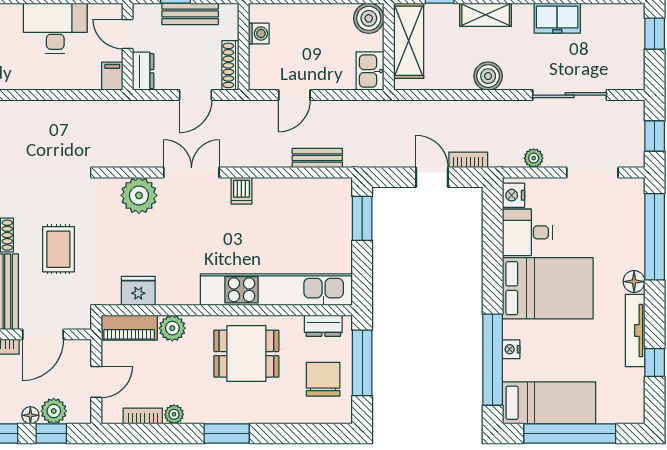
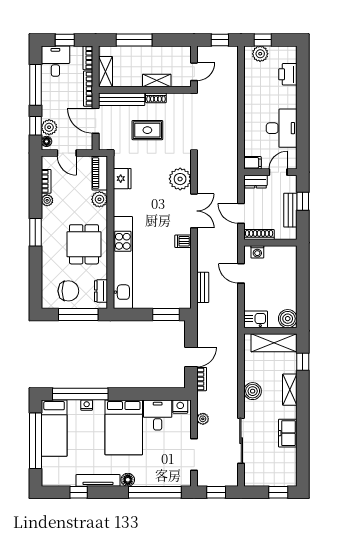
washing machine: (259, 34) -> (257, 252), moved
floor lamp: (30, 415) -> (47, 141), moved

